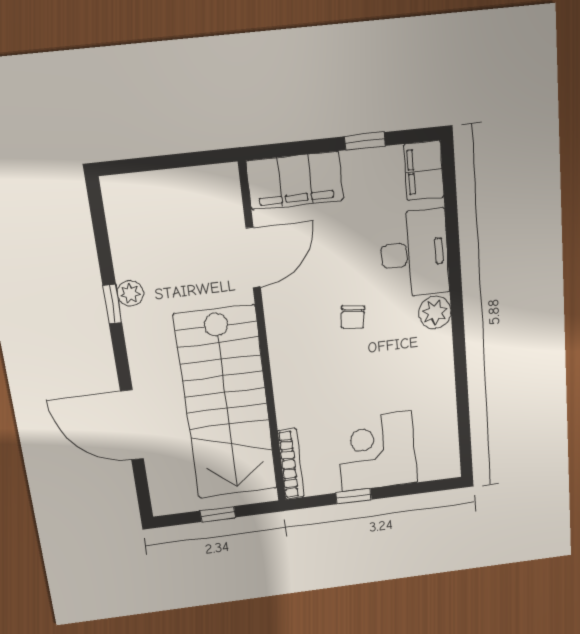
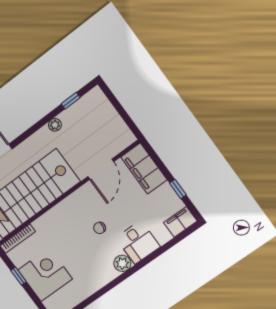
desk: (414, 254) -> (138, 242), width x0.73
door: (253, 258) -> (101, 169), hinge flipped
window: (112, 304) -> (71, 101), moved

